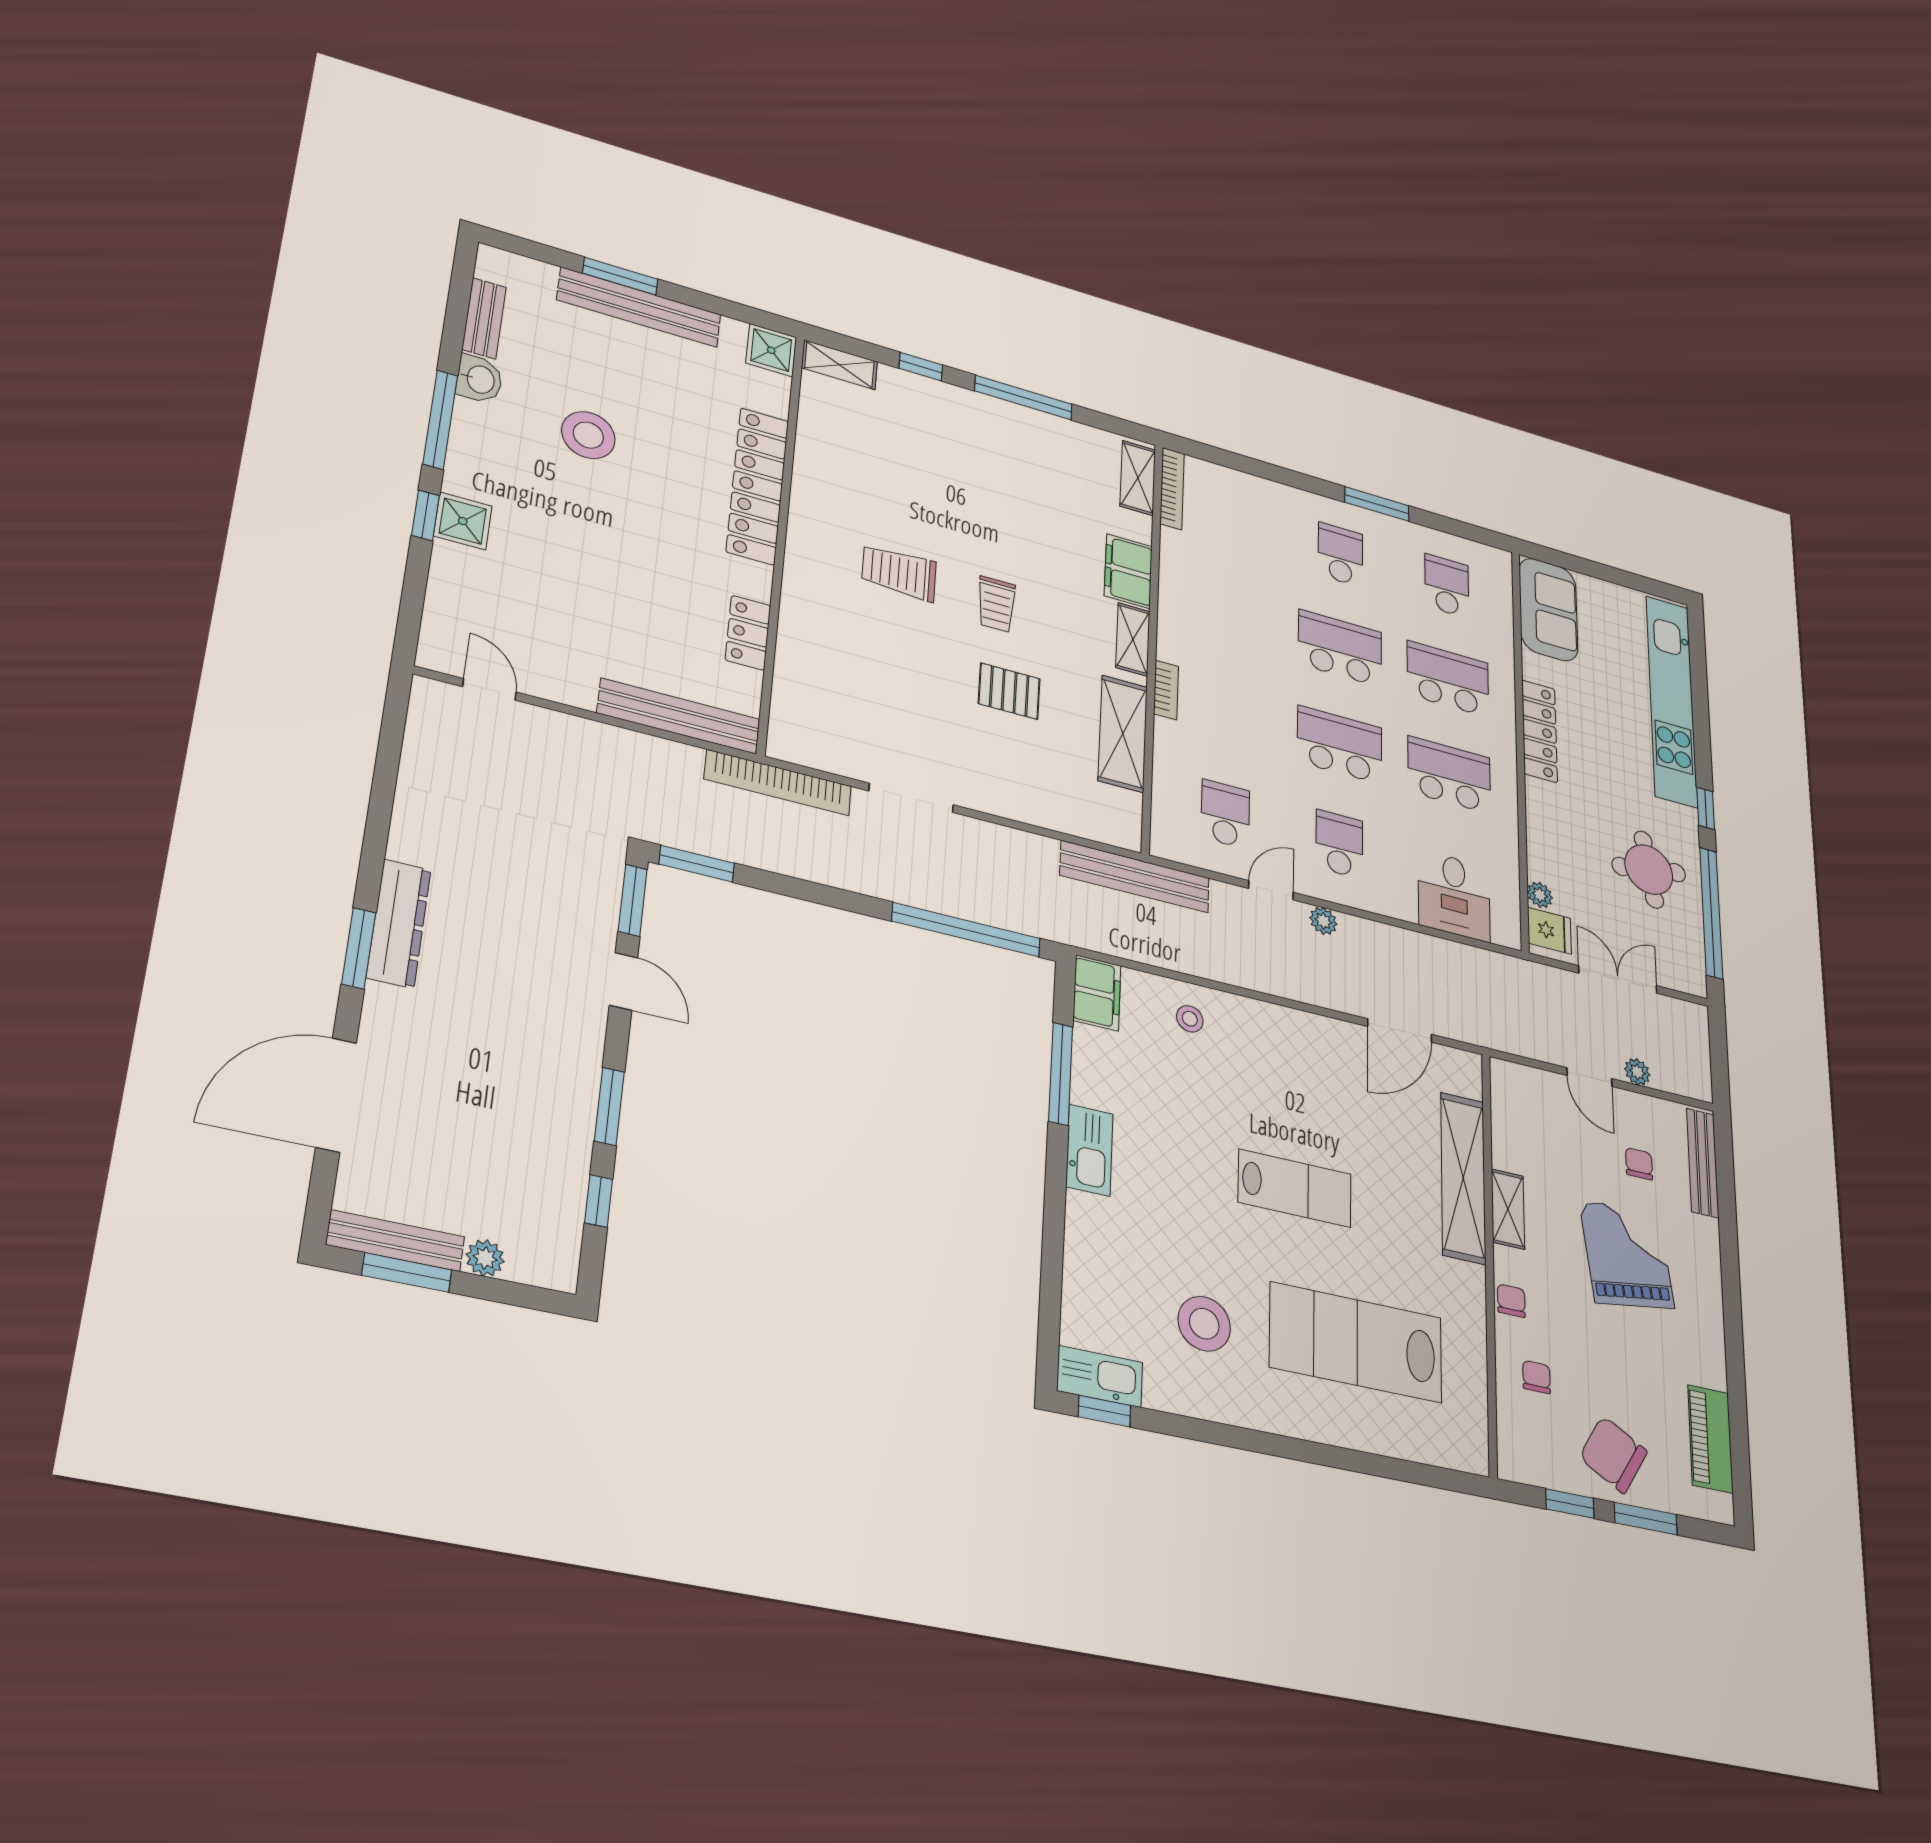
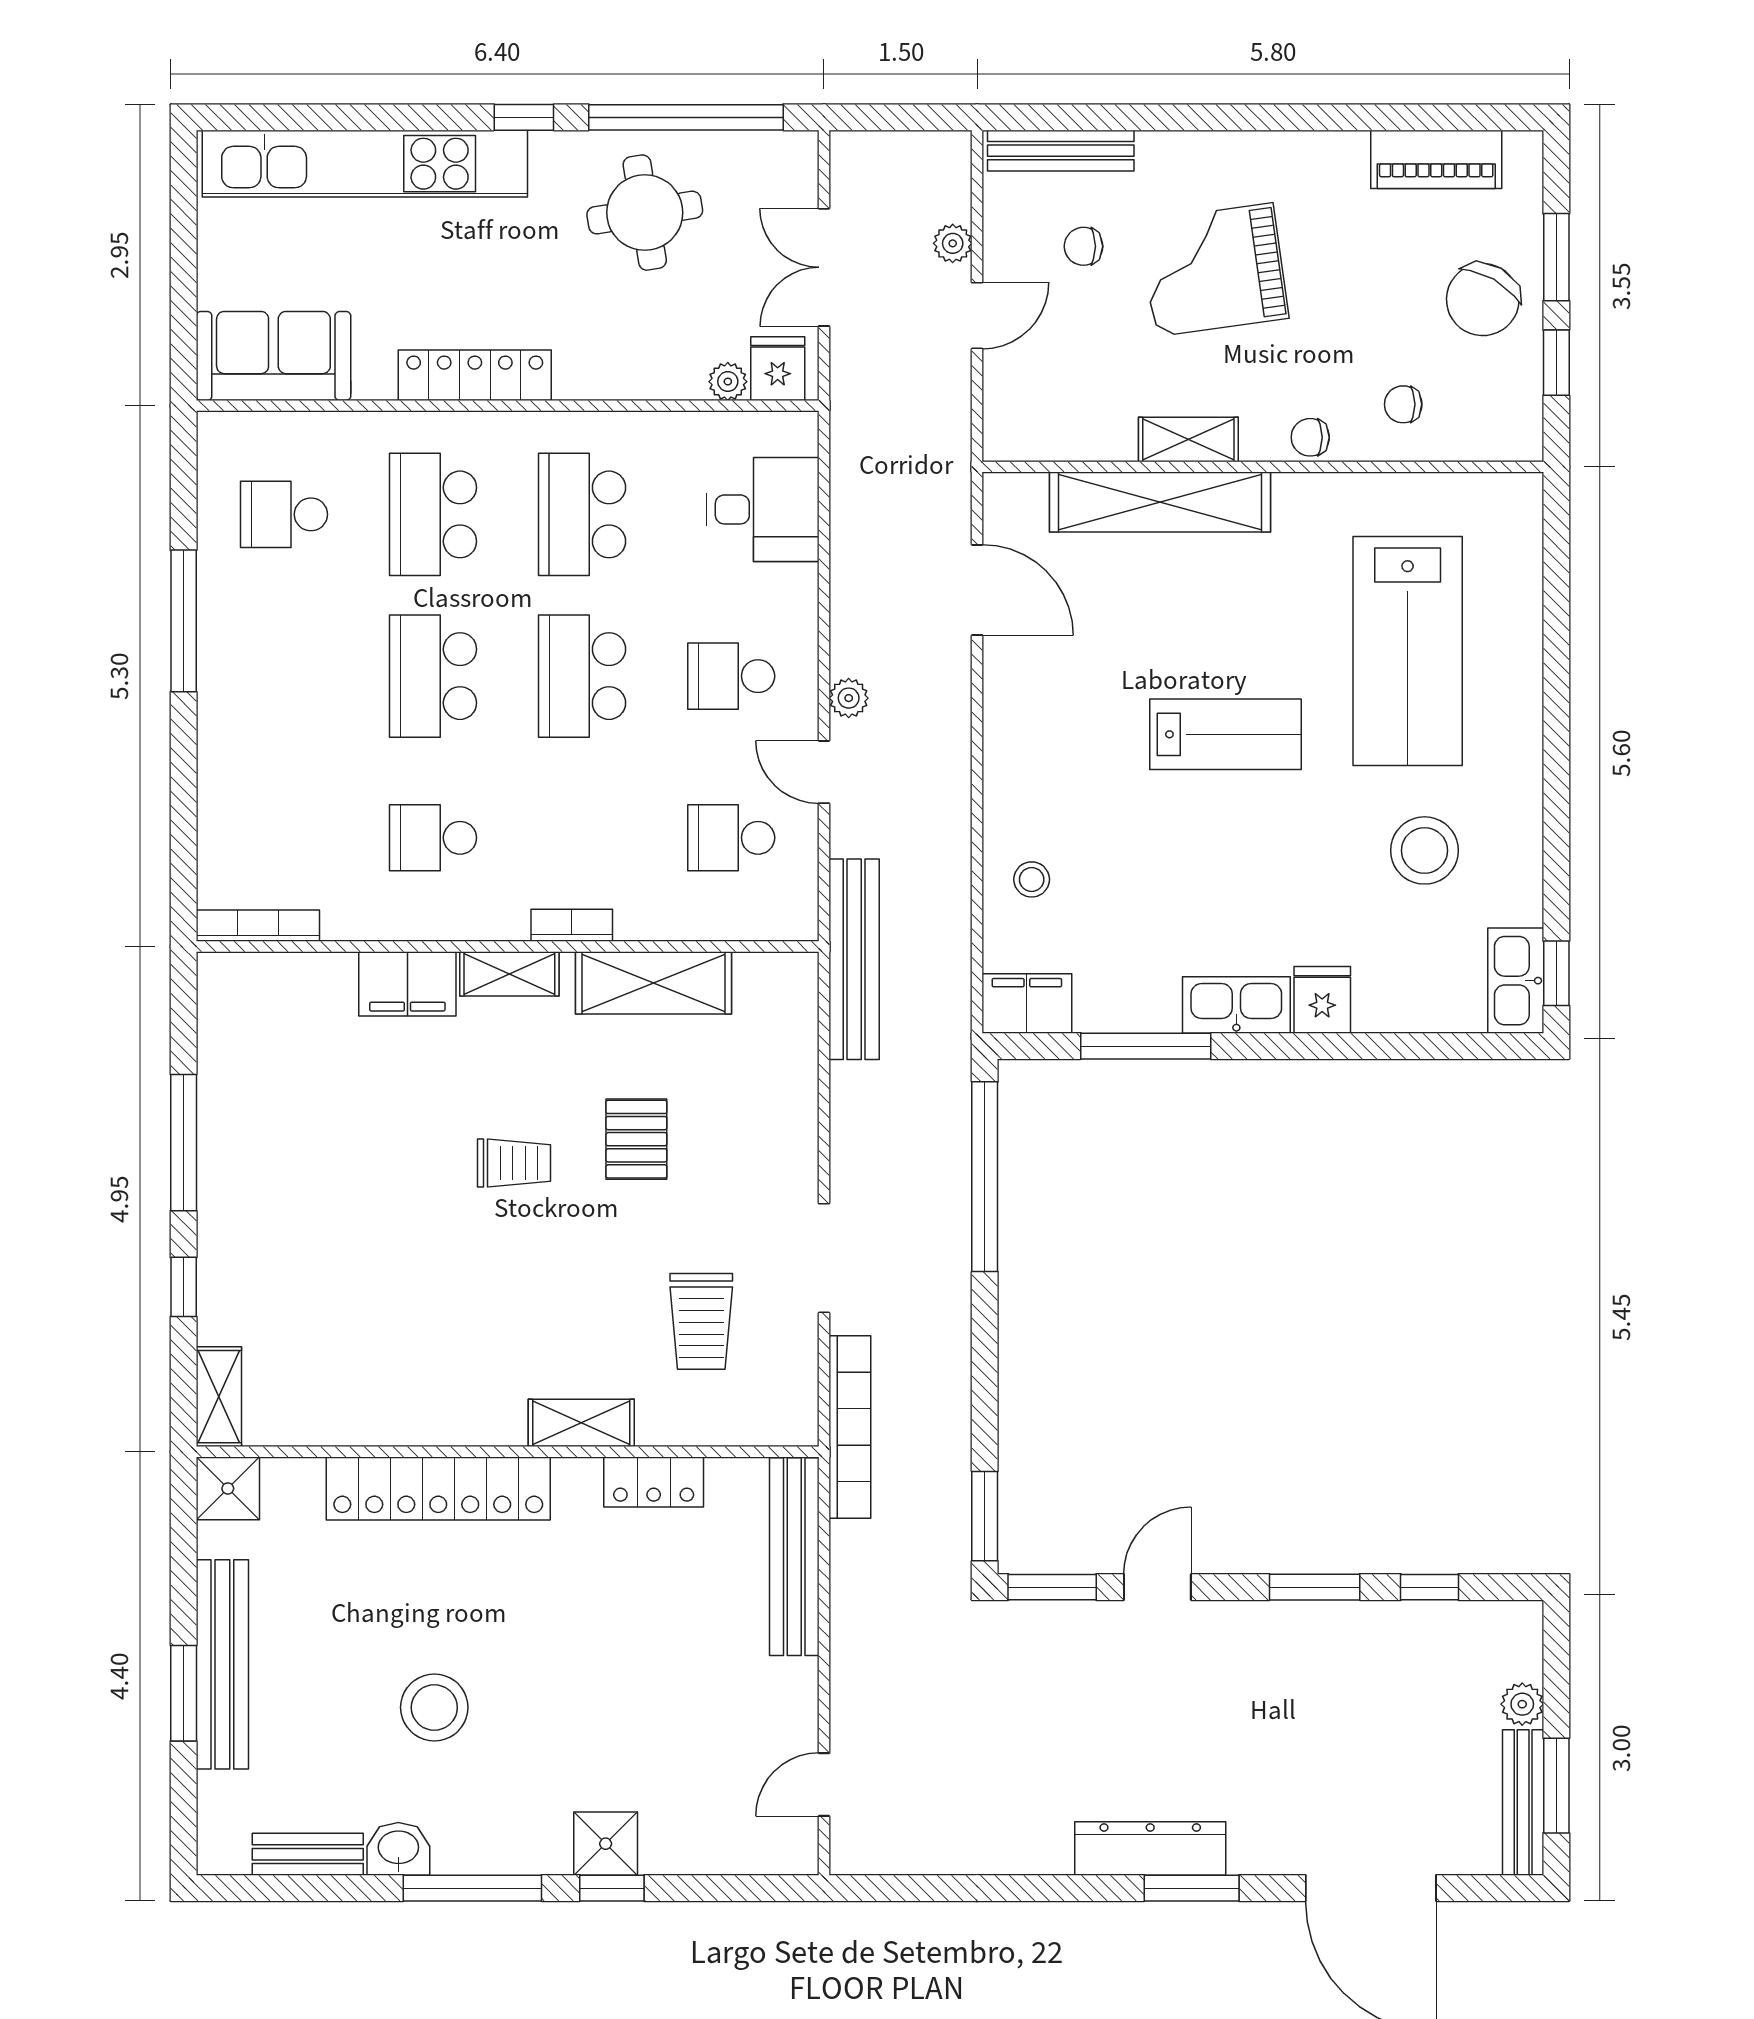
shelving: (1138, 478) -> (581, 1423), moved
window: (1377, 504) -> (184, 621), width x1.44
school desk: (1340, 555) -> (433, 838), moved
trolley: (899, 573) -> (701, 1321), moved
lab bench: (1295, 1188) -> (1225, 734), turned 90
fridge: (1091, 1218) -> (1322, 1000), added

